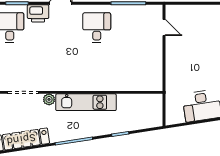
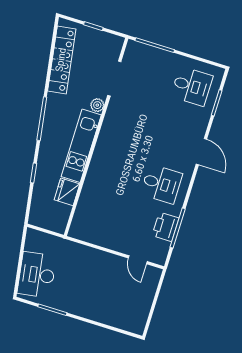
printer: (38, 13) -> (166, 227), moved
door: (164, 28) -> (138, 260), hinge flipped
fridge: (127, 102) -> (67, 192), added

